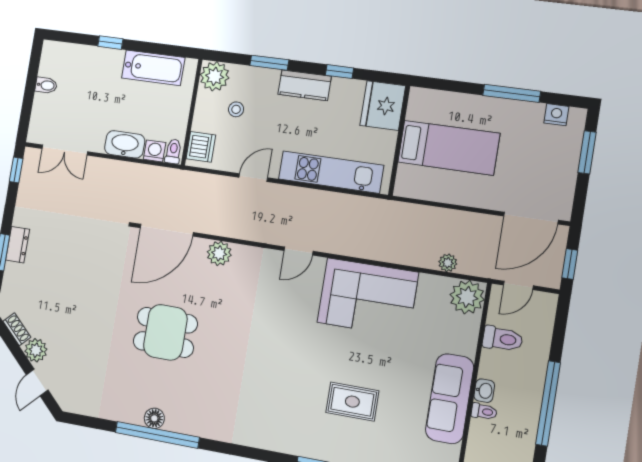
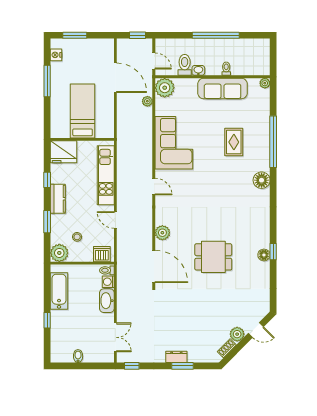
door: (531, 218) -> (115, 78), moved
dining table: (165, 332) -> (213, 257), turned 90
washbasin: (484, 391) -> (198, 70), moved
window: (157, 435) -> (273, 252), width x0.32
floor lamp: (279, 438) -> (262, 180), added

